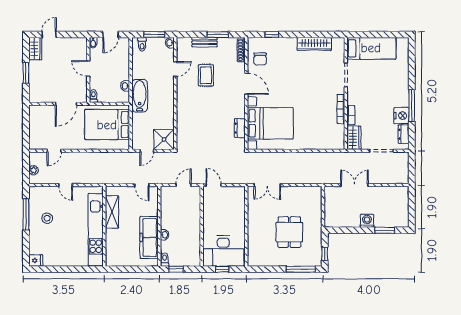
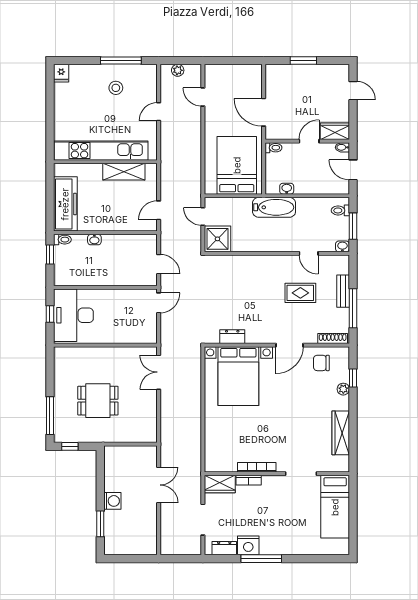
window: (218, 35) -> (353, 308), width x1.44
plant: (280, 42) -> (343, 389), added
wardrobe: (35, 49) -> (335, 131), moved, turned 180
freezer: (149, 237) -> (65, 204), moved, turned 90

